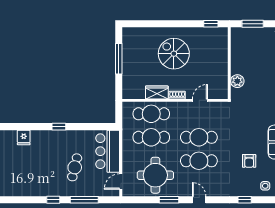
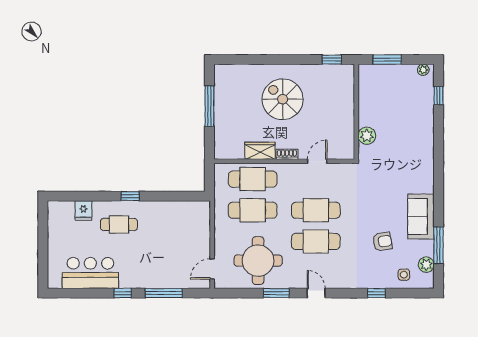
bar counter: (108, 151) -> (90, 273), moved, turned 90
armchair: (249, 161) -> (382, 242), turned -99
cafe table: (75, 167) -> (119, 224), moved, turned 76

